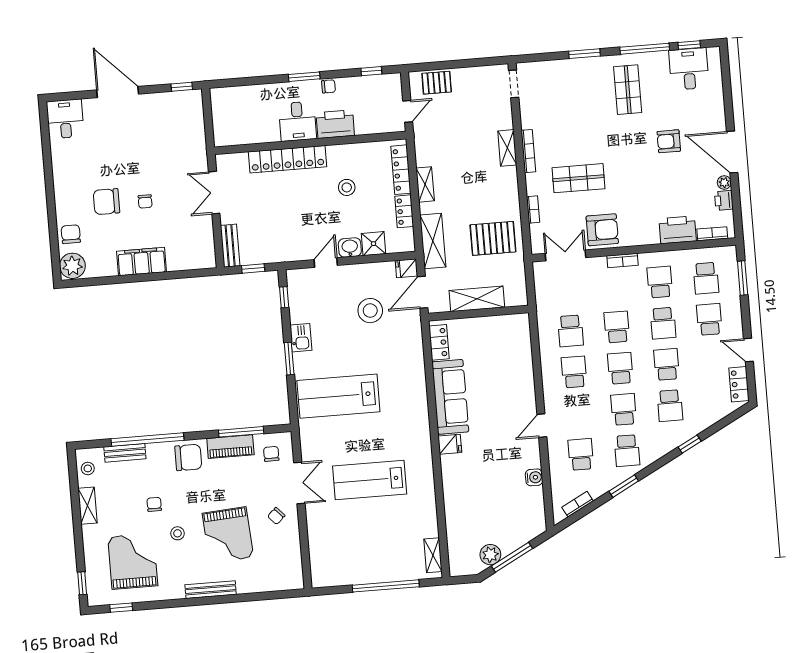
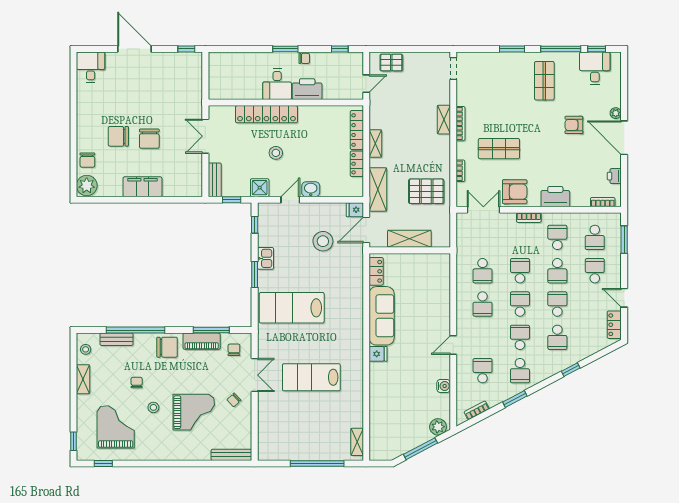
plant: (724, 183) -> (616, 113), moved
stool: (347, 187) -> (276, 153), moved
chair: (145, 201) -> (149, 139), width x1.87, depth x1.87
printer: (678, 230) -> (555, 197), moved
chair: (71, 234) -> (87, 160), turned 180
shower: (373, 244) -> (260, 188), moved
school desk: (574, 372) -> (483, 304), turned 180
grand piano: (228, 535) -> (194, 412), turned -86
plant: (490, 555) -> (438, 427), moved
bench: (211, 590) -> (231, 455), moved

